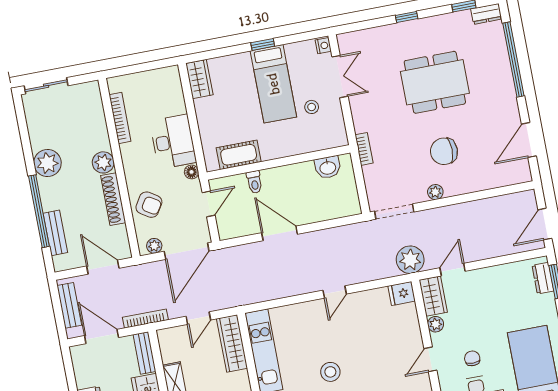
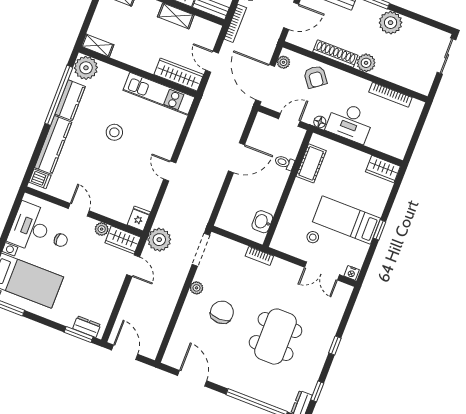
door: (209, 204) -> (289, 120), swing flipped
armchair: (149, 205) -> (315, 77), turned -69

